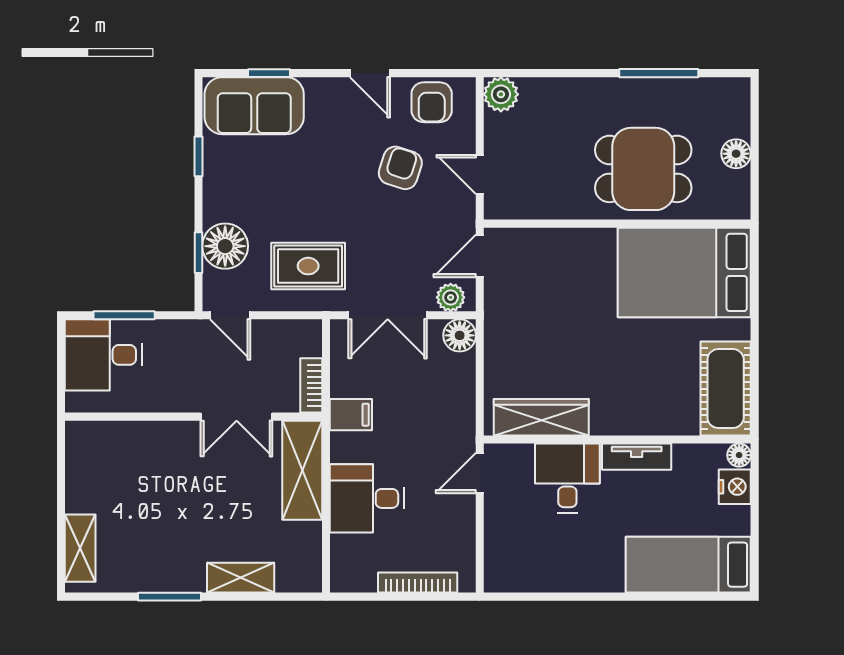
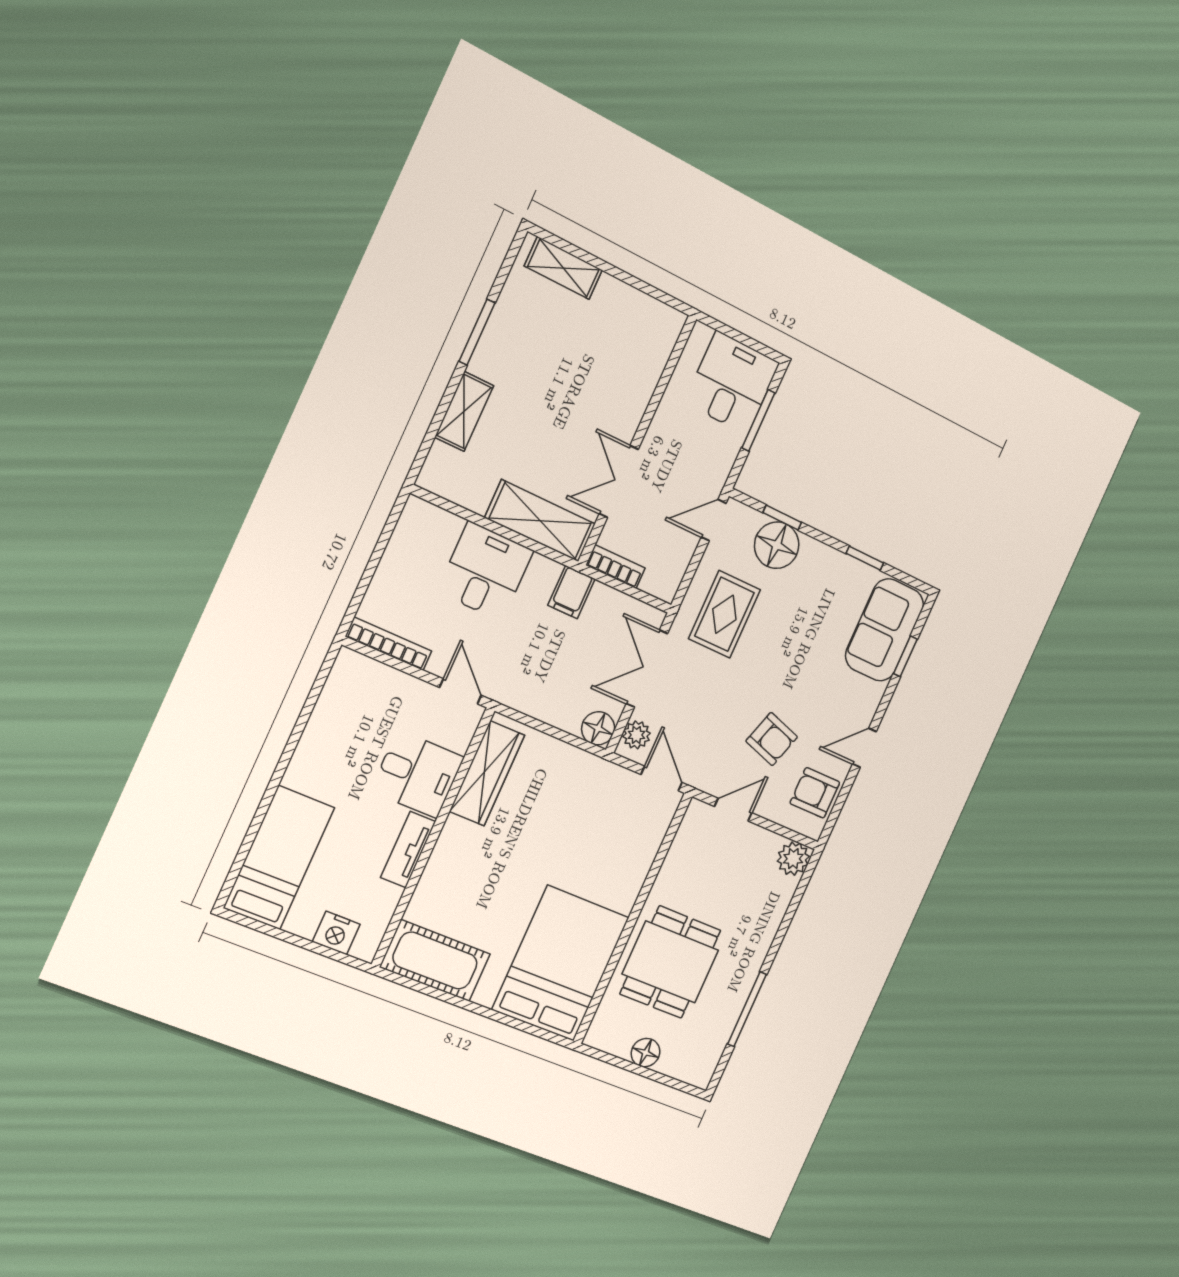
floor lamp: (739, 455) -> (365, 949), removed
bookcase: (418, 583) -> (389, 644), moved, turned -90

